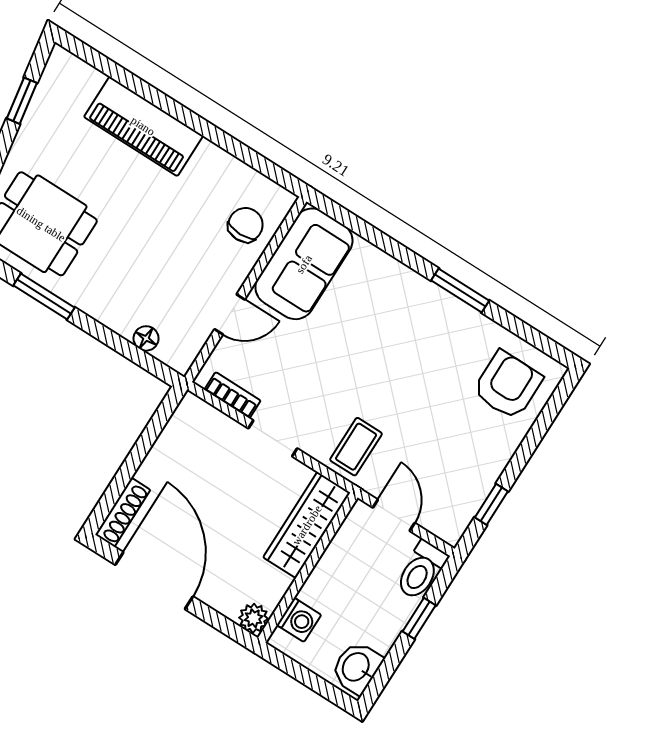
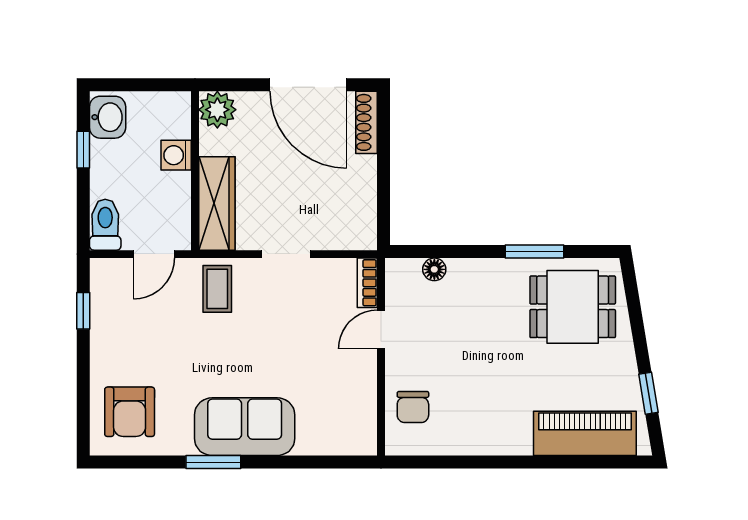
piano: (143, 126) -> (585, 433), moved
sofa: (304, 264) -> (245, 427), moved, turned 90
bookcase: (232, 395) -> (367, 283), moved, turned 90
door: (394, 515) -> (154, 254), hinge flipped
plant: (254, 618) -> (217, 110), width x1.38, depth x1.38
window: (419, 618) -> (83, 150), moved
washing machine: (299, 620) -> (176, 155), moved

